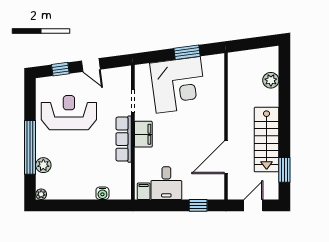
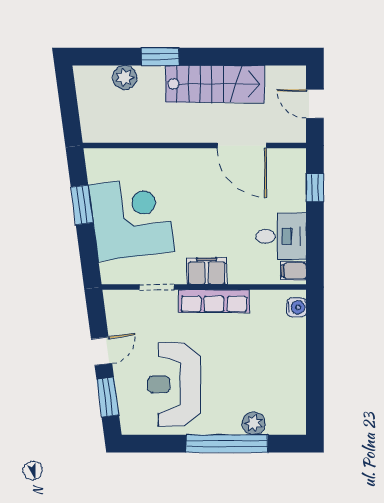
window: (60, 69) -> (108, 397), width x1.50
window: (284, 170) -> (160, 57), moved
water cooler: (102, 193) -> (296, 307), moved
plant: (41, 194) -> (298, 427), removed

